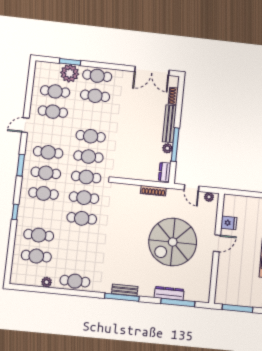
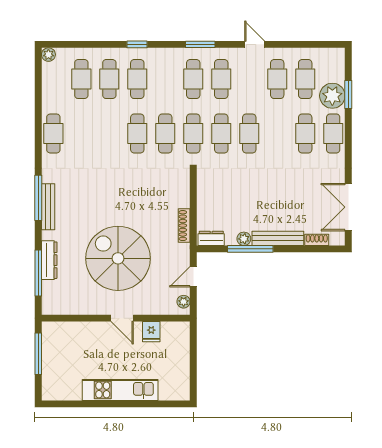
cafe table: (43, 193) -> (137, 79), moved
plant: (47, 282) -> (48, 55), moved
bench: (125, 290) -> (48, 207), width x1.36

